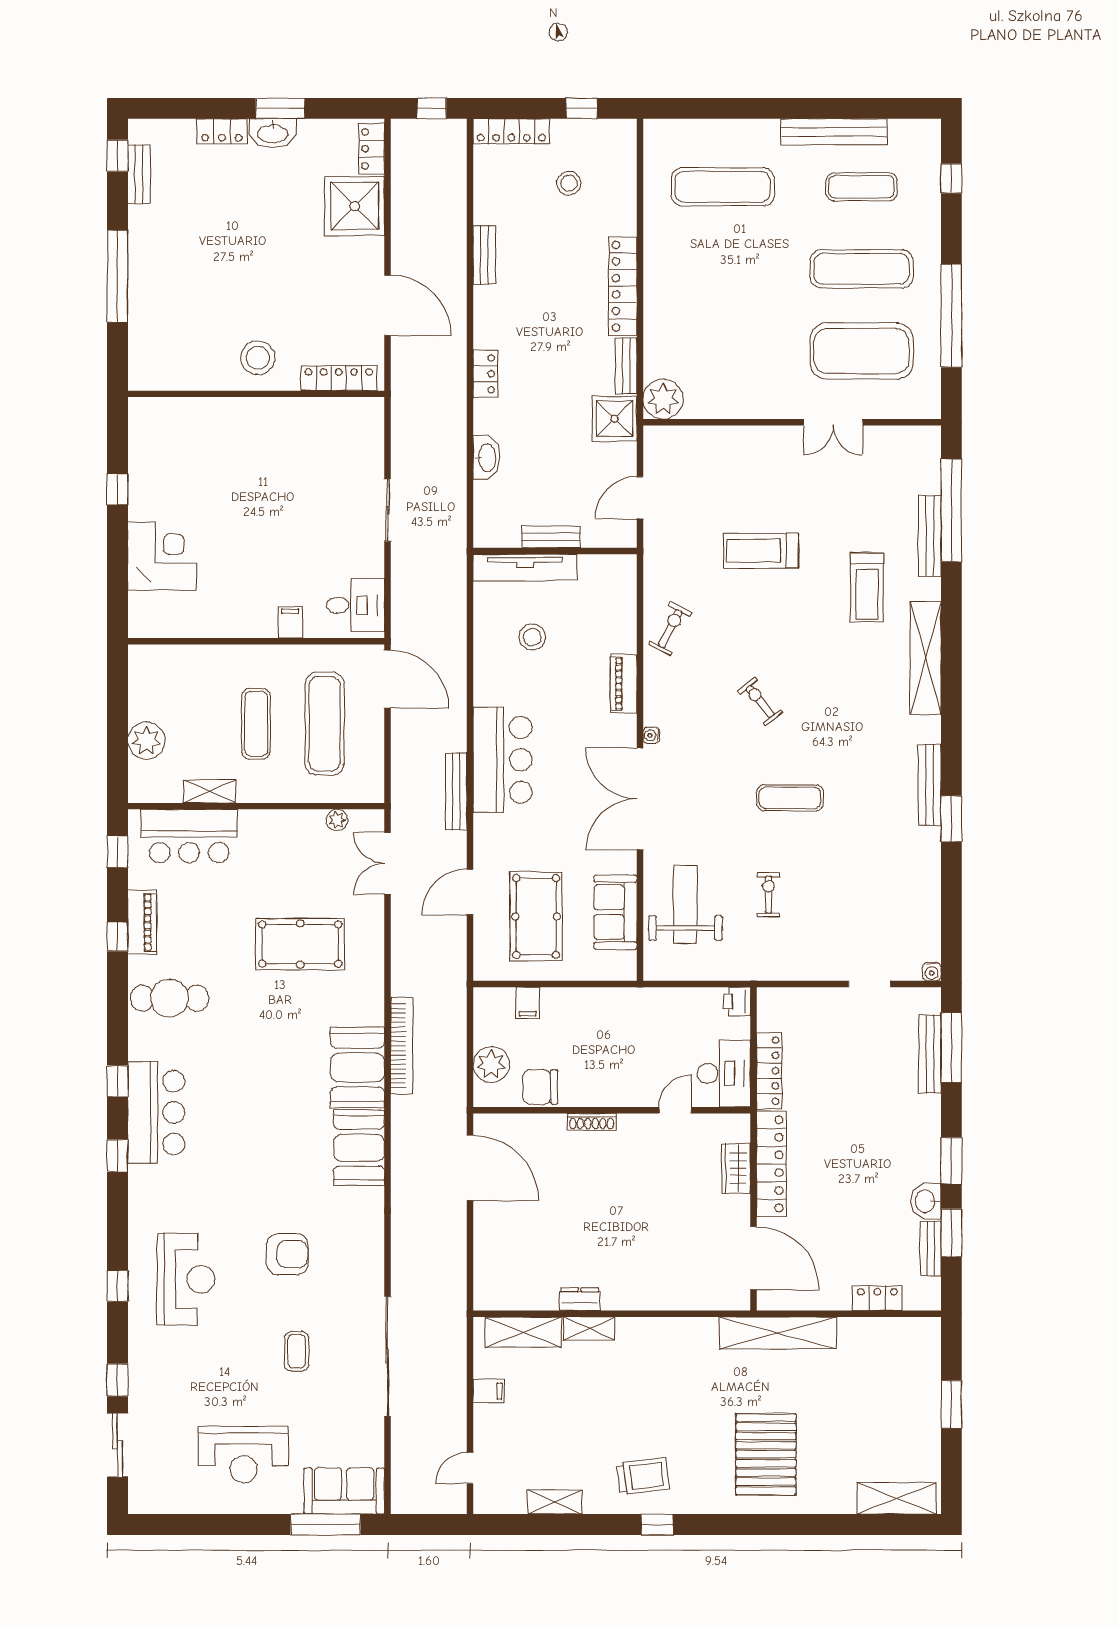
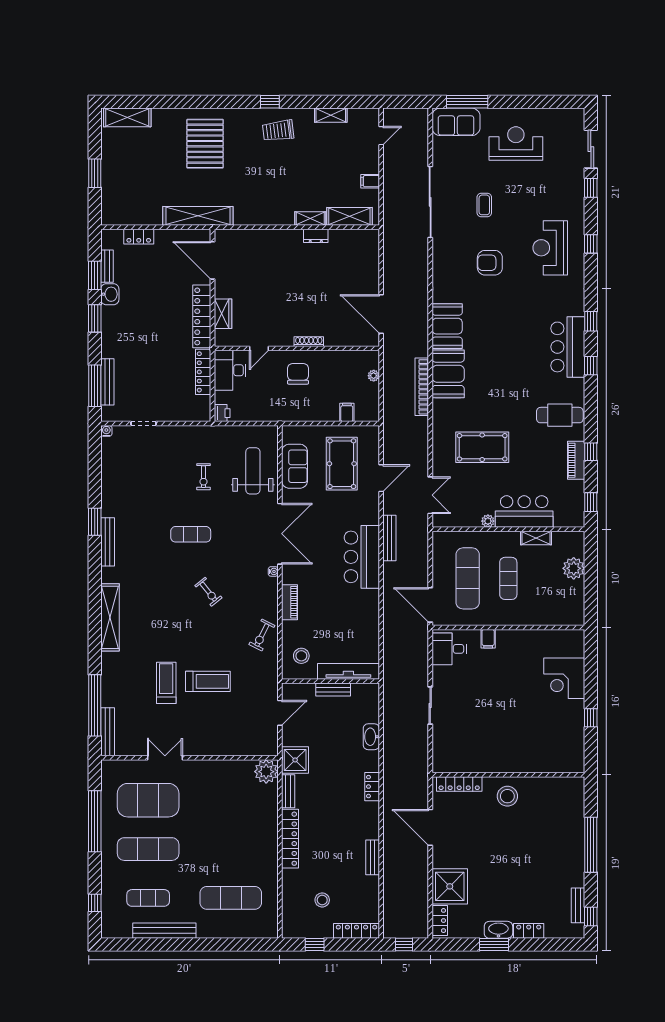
bench: (930, 536) -> (108, 732), moved
treadmill: (867, 587) -> (166, 683), moved
stool: (532, 637) -> (301, 656), moved
plant: (337, 820) -> (488, 521), moved
bar counter: (189, 836) -> (524, 512), moved
weight bench: (685, 904) -> (253, 471), turned 180
plant: (491, 1064) -> (374, 376), width x0.53, depth x0.53
chair: (540, 1087) -> (298, 374), moved, turned -90

